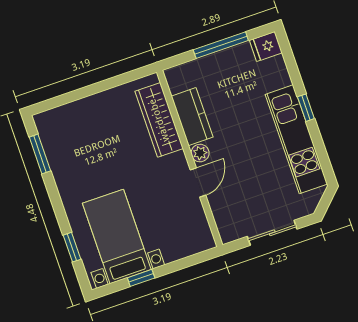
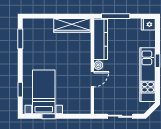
window: (221, 45) -> (116, 16), moved
kitchen counter: (192, 117) -> (101, 39), width x1.50
wardrobe: (159, 120) -> (72, 25), moved, turned -90

